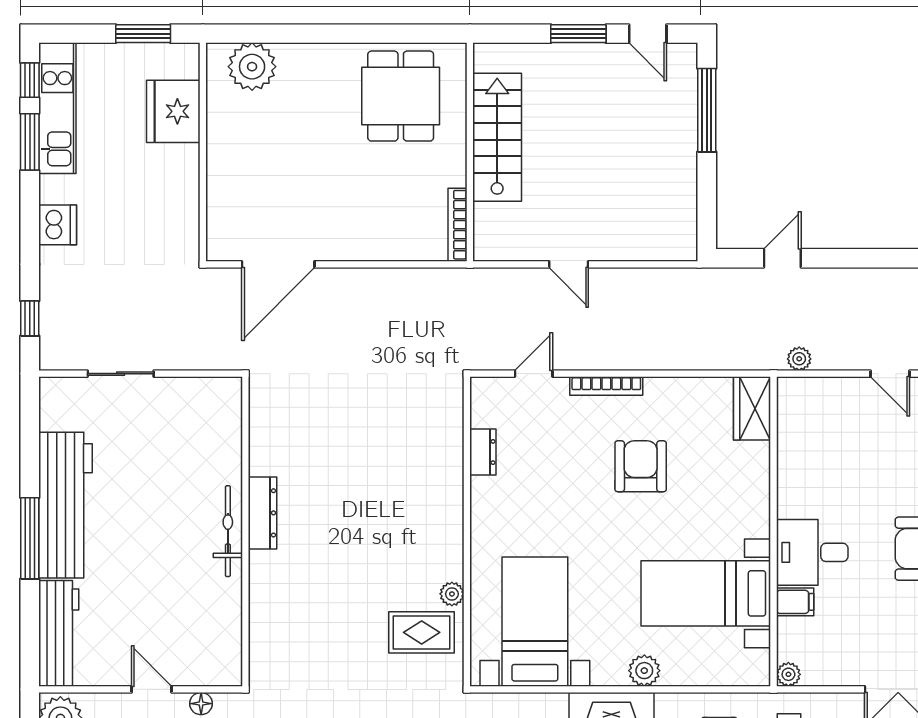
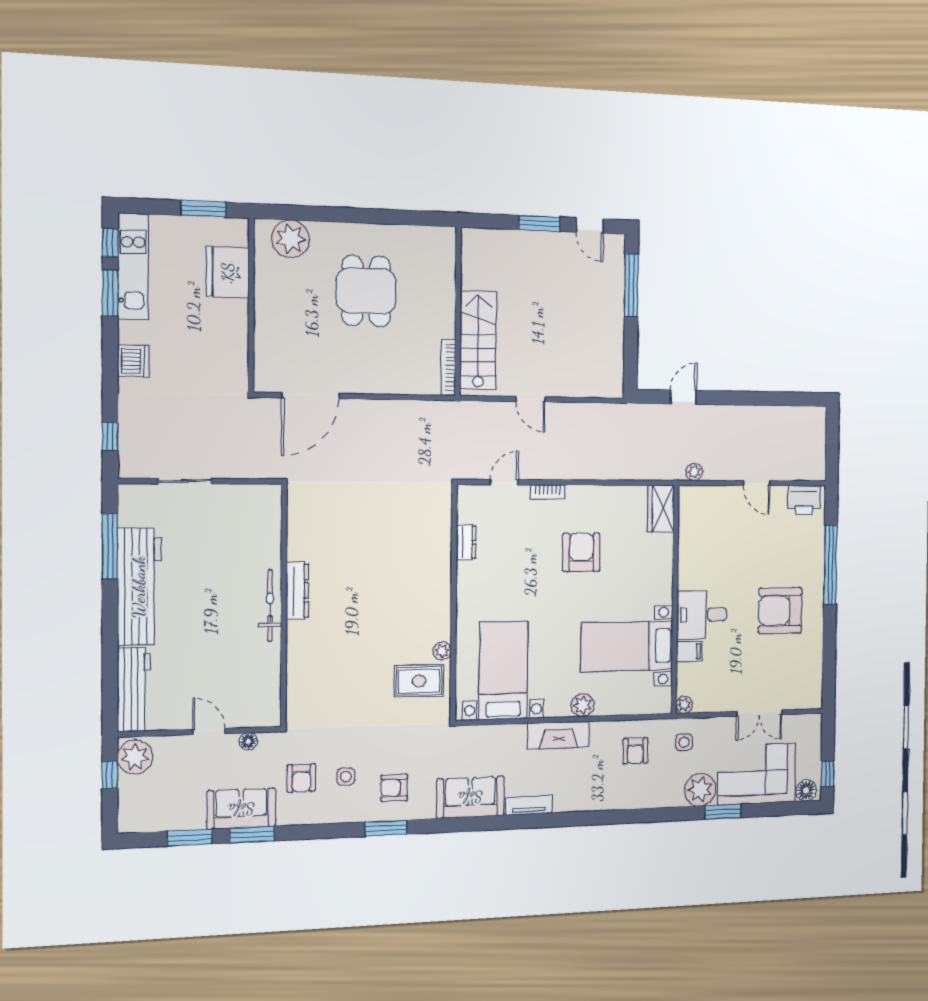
dining table: (401, 96) -> (366, 291), moved
stairs: (497, 137) -> (478, 340), moved
bookcase: (606, 386) -> (548, 492), width x0.64
window: (30, 538) -> (110, 546), moved

